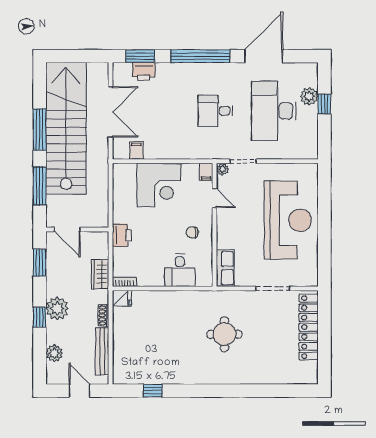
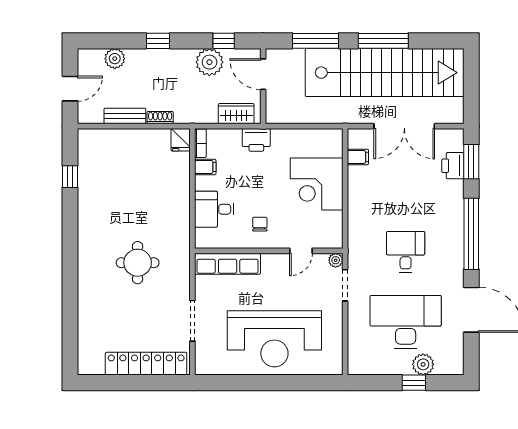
filing cabinet: (206, 172) -> (205, 167), moved, turned 180
door: (67, 230) -> (263, 74), hinge flipped
window: (40, 263) -> (224, 41), width x0.67
row of seats: (225, 268) -> (228, 264), width x1.48
wardrobe: (100, 274) -> (236, 114), moved
plant: (57, 308) -> (209, 62), moved
bench: (102, 351) -> (125, 116), width x0.73

